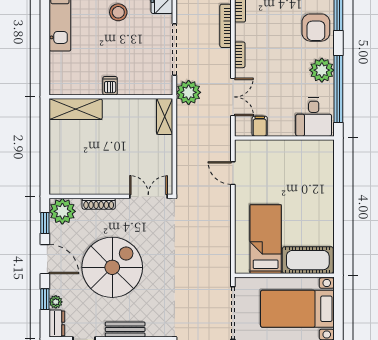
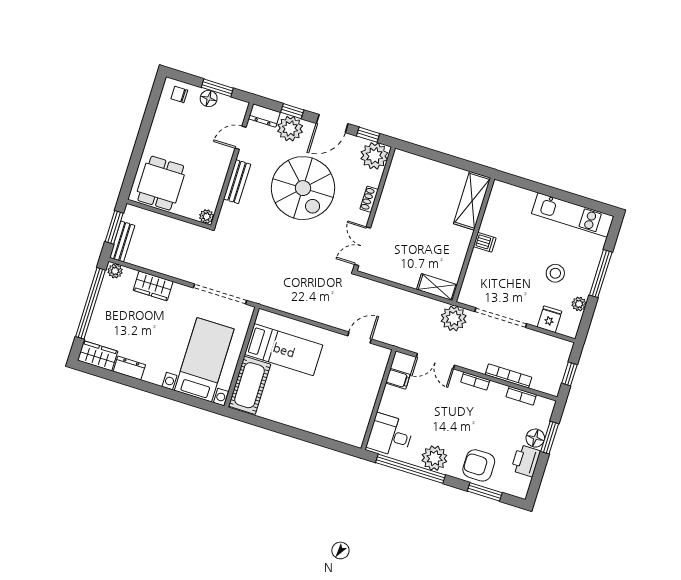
double door: (148, 196) -> (363, 246), swing flipped
shoe rack: (99, 204) -> (369, 199), width x0.70
plant: (56, 302) -> (290, 129), width x1.87, depth x1.87

